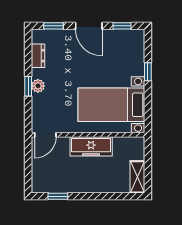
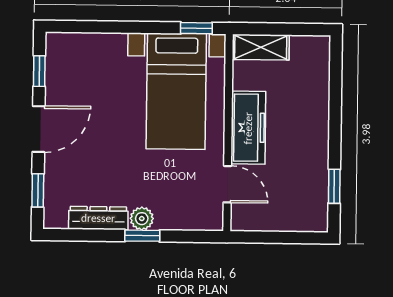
dresser: (38, 56) -> (98, 218), width x1.44
window: (148, 72) -> (196, 28), moved
door: (45, 135) -> (227, 184), moved
shelving: (137, 177) -> (261, 47), moved

